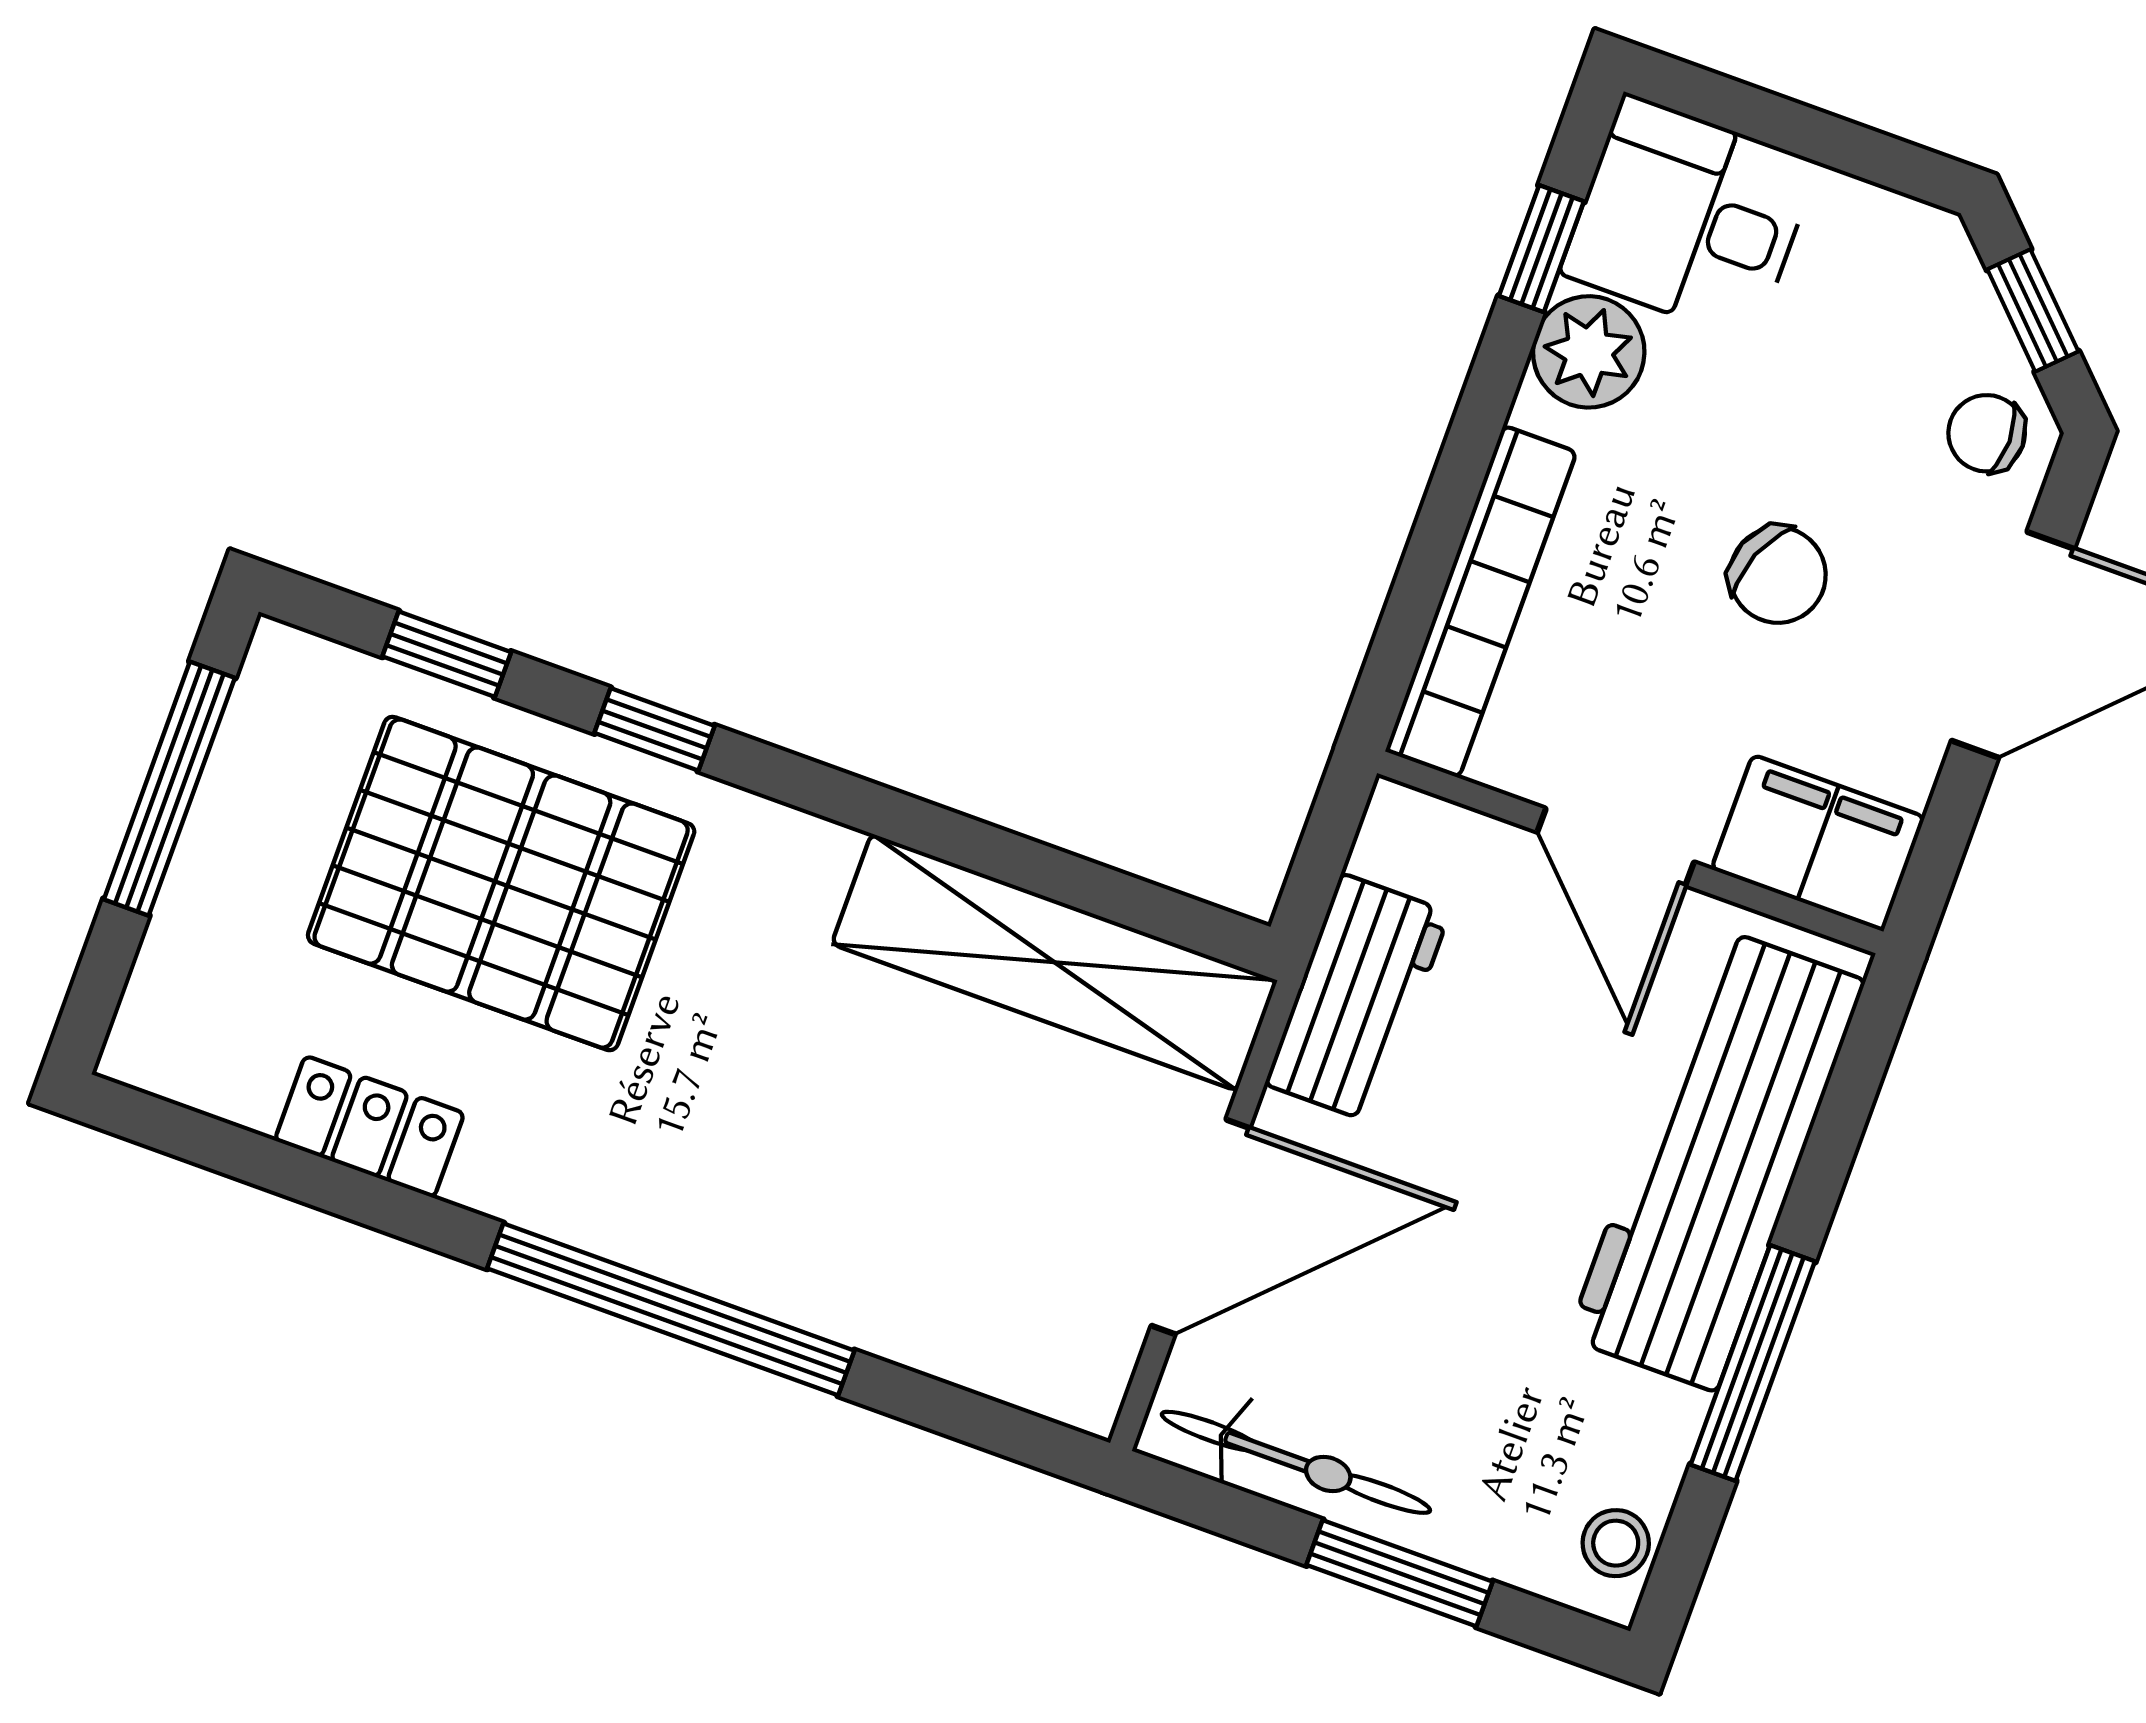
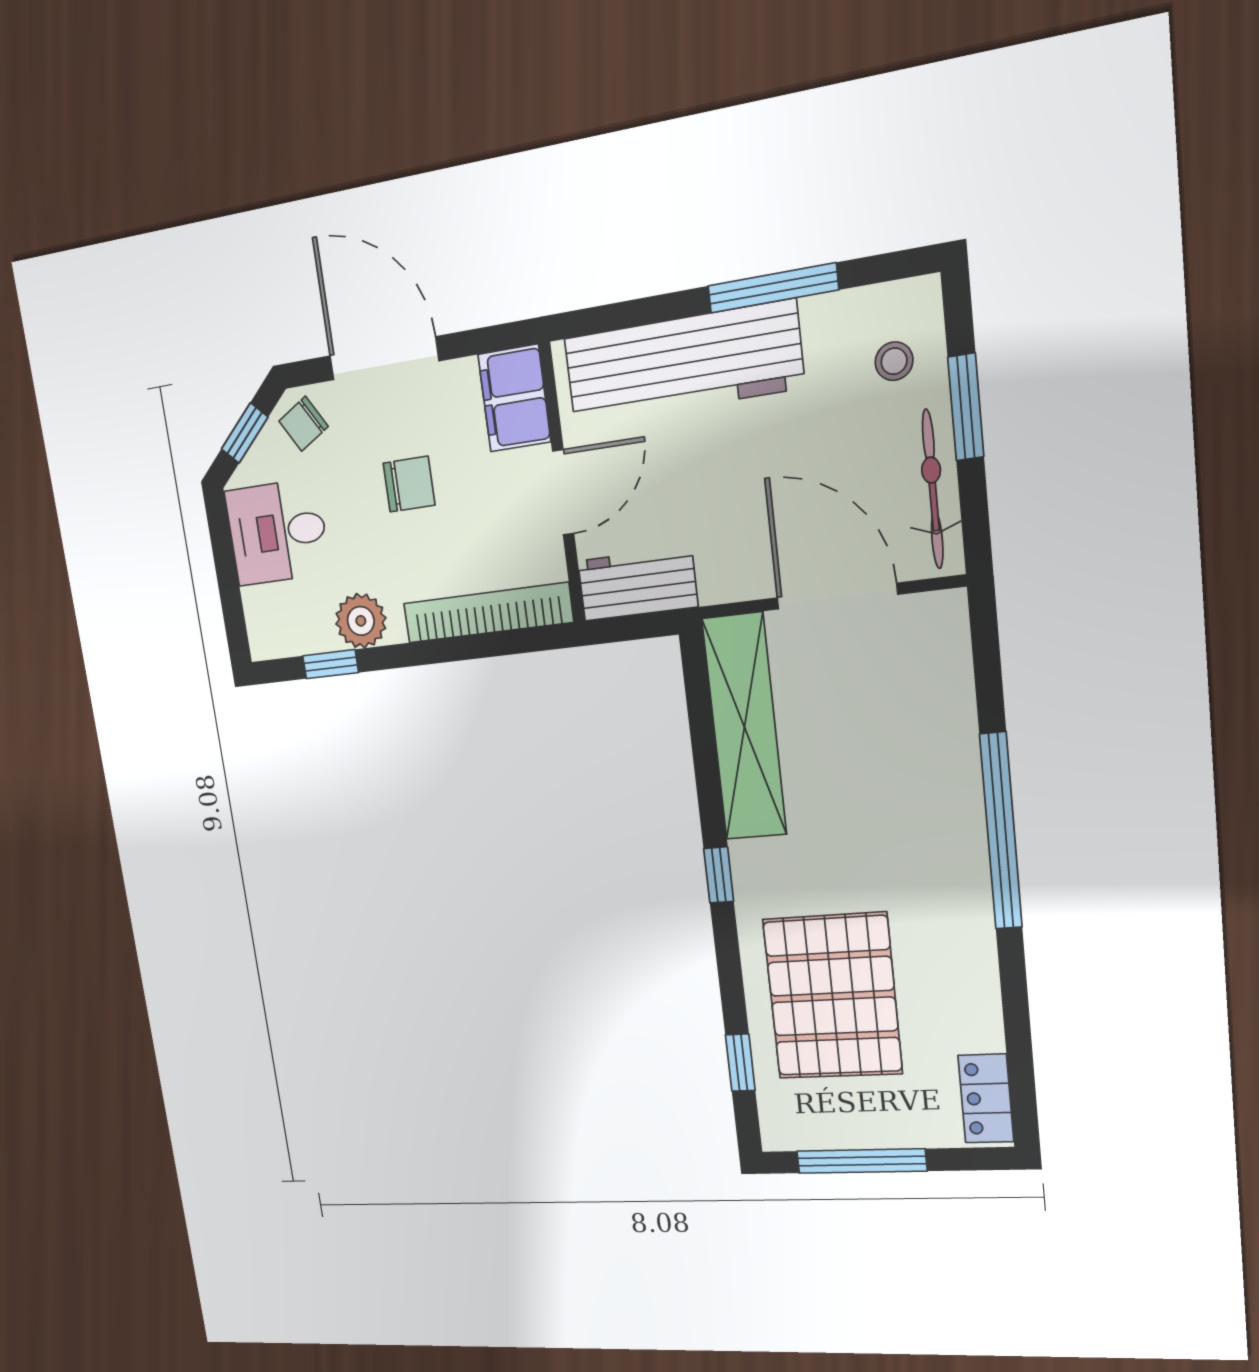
desk: (1689, 218) -> (277, 532), moved, turned 90
chair: (1987, 433) -> (304, 424), turned 59
chair: (1778, 575) -> (409, 484), turned 68
window: (654, 729) -> (719, 875), moved
workbench: (1357, 998) -> (638, 584), moved
locker: (369, 1127) -> (986, 1099), moved
stool: (1616, 1543) -> (894, 361), moved

